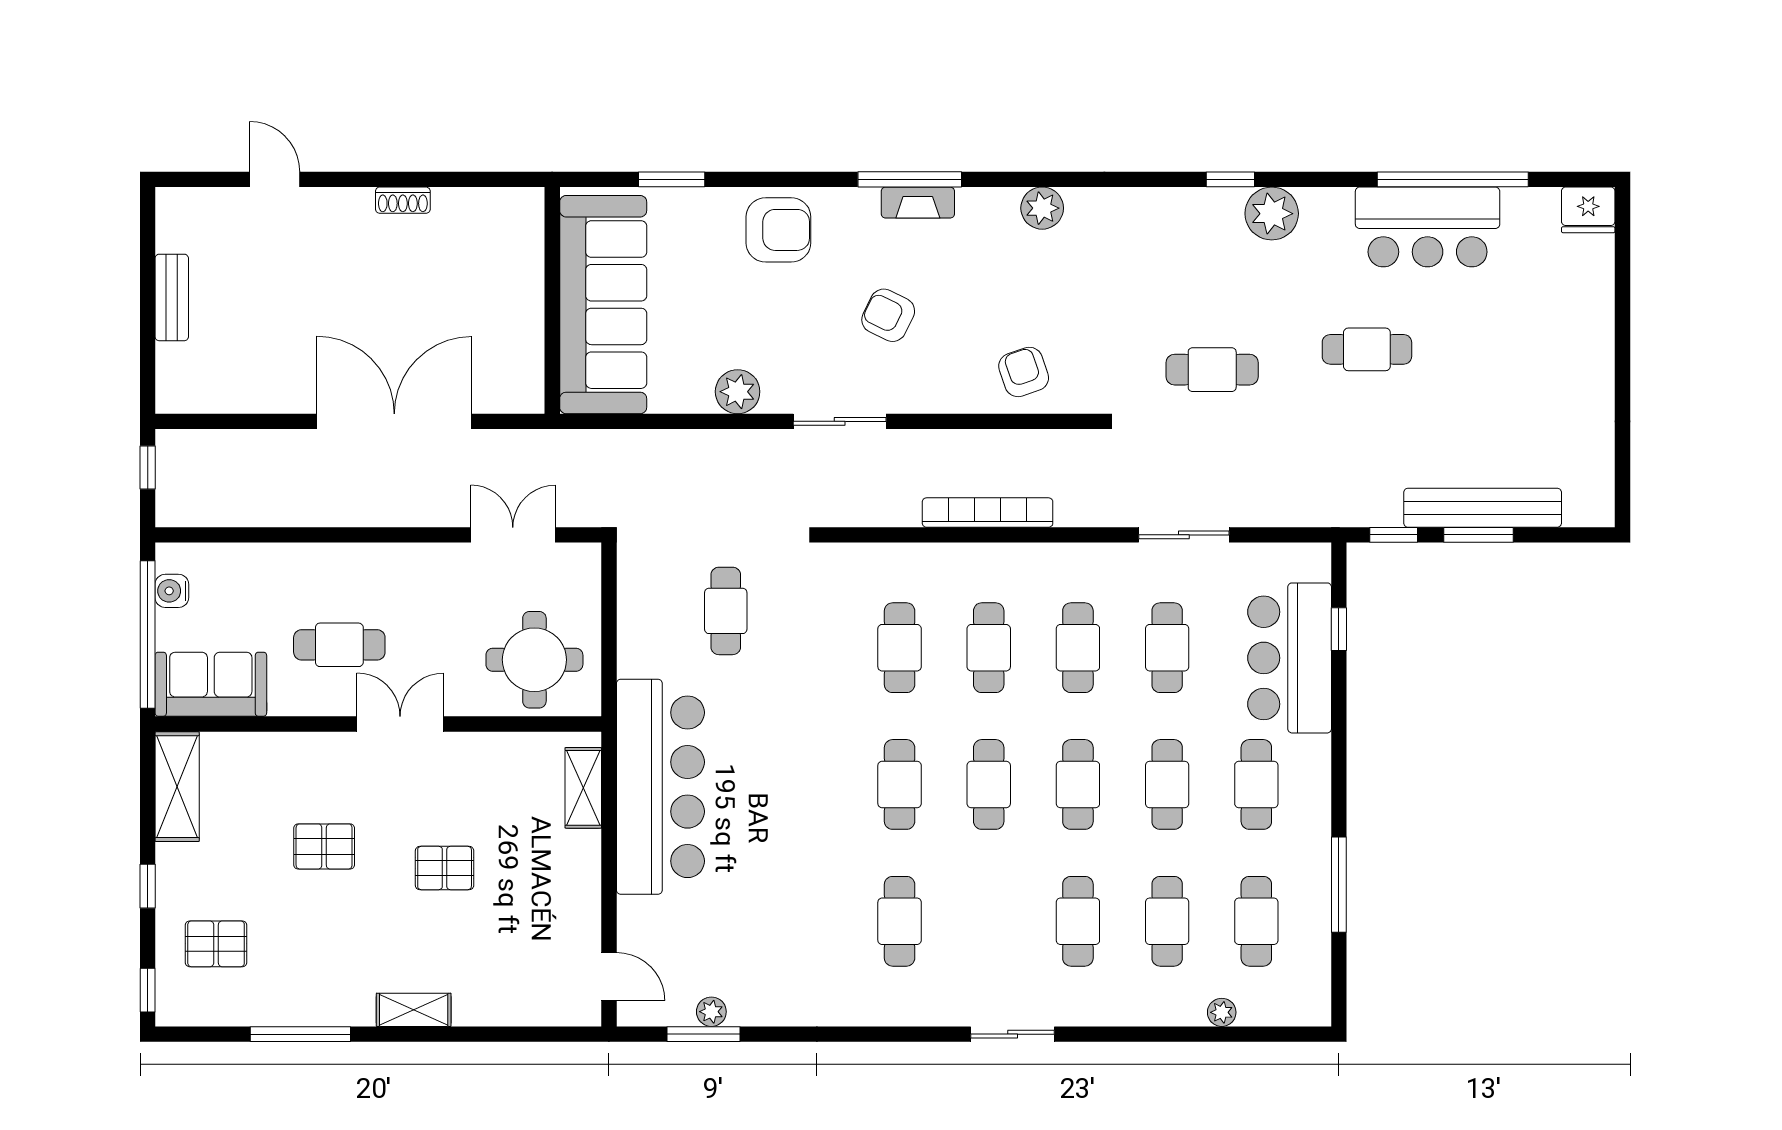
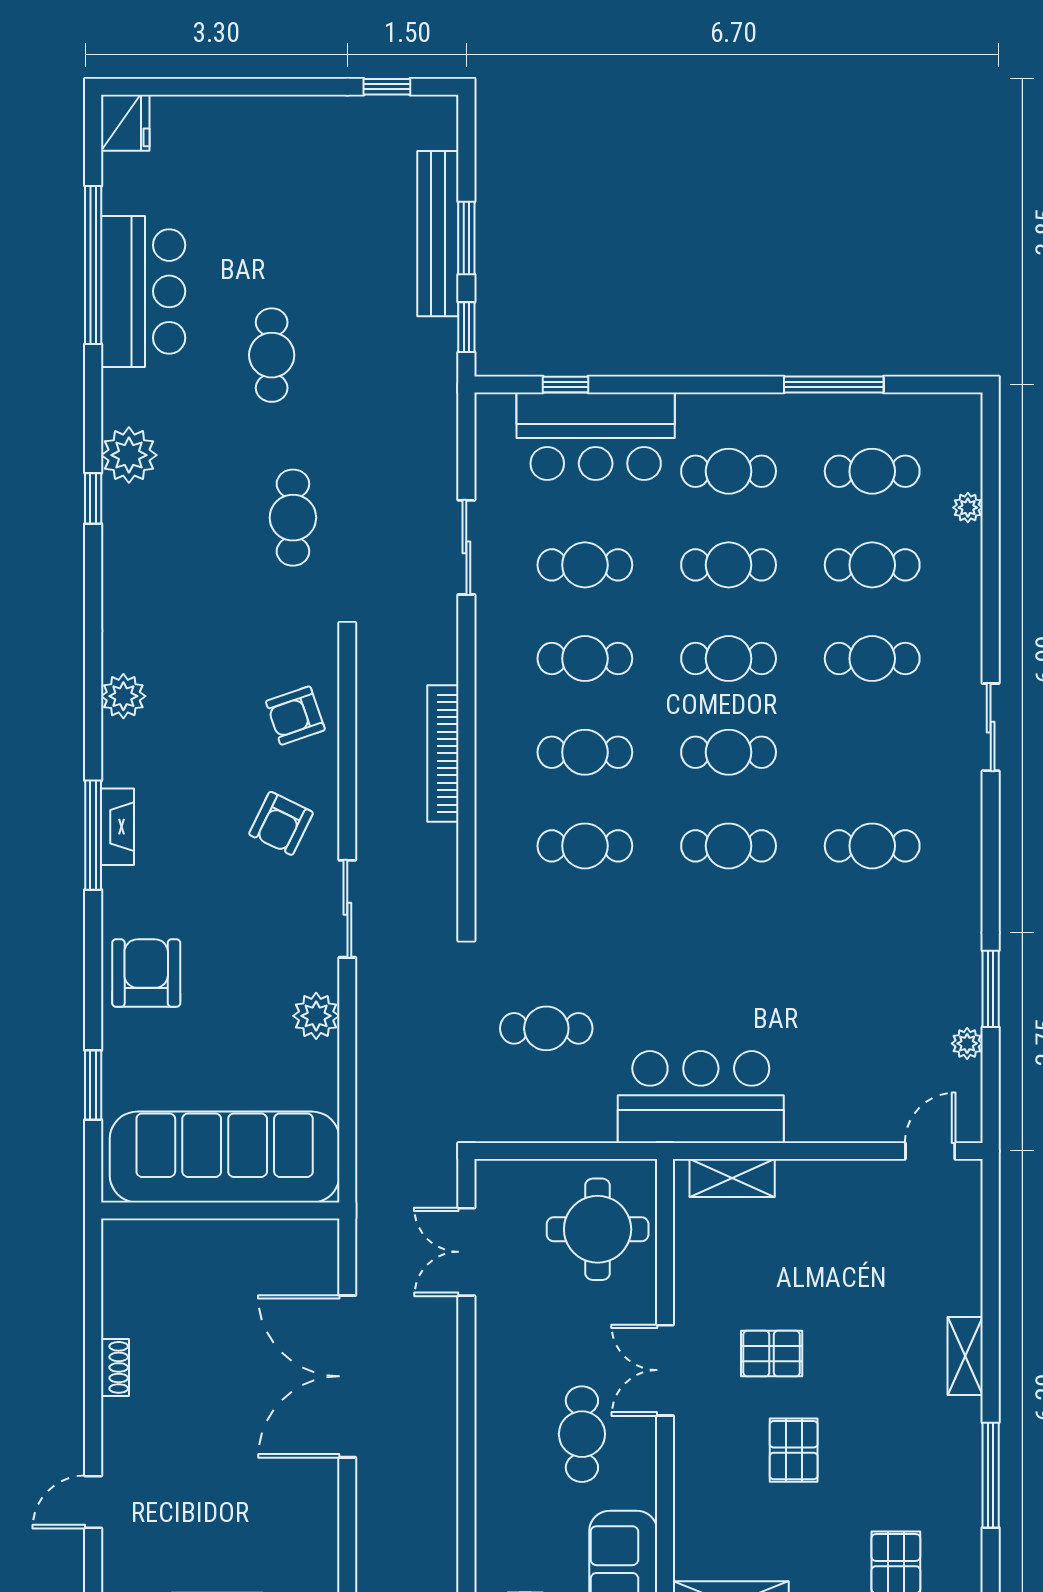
armchair: (888, 315) -> (281, 823), moved
window: (1623, 459) -> (387, 87), added
bar counter: (660, 787) -> (701, 1097), width x0.73
pallet: (445, 868) -> (772, 1354), moved, turned 90
window: (704, 1034) -> (991, 989), moved

